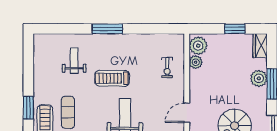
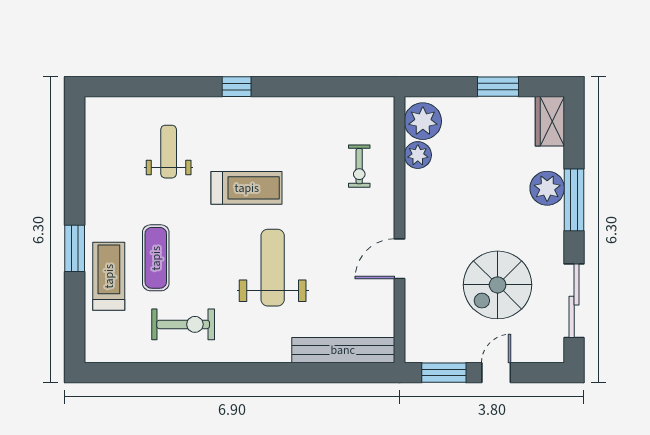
window: (107, 29) -> (237, 87), width x0.46
treadmill: (112, 78) -> (247, 188), turned 180

